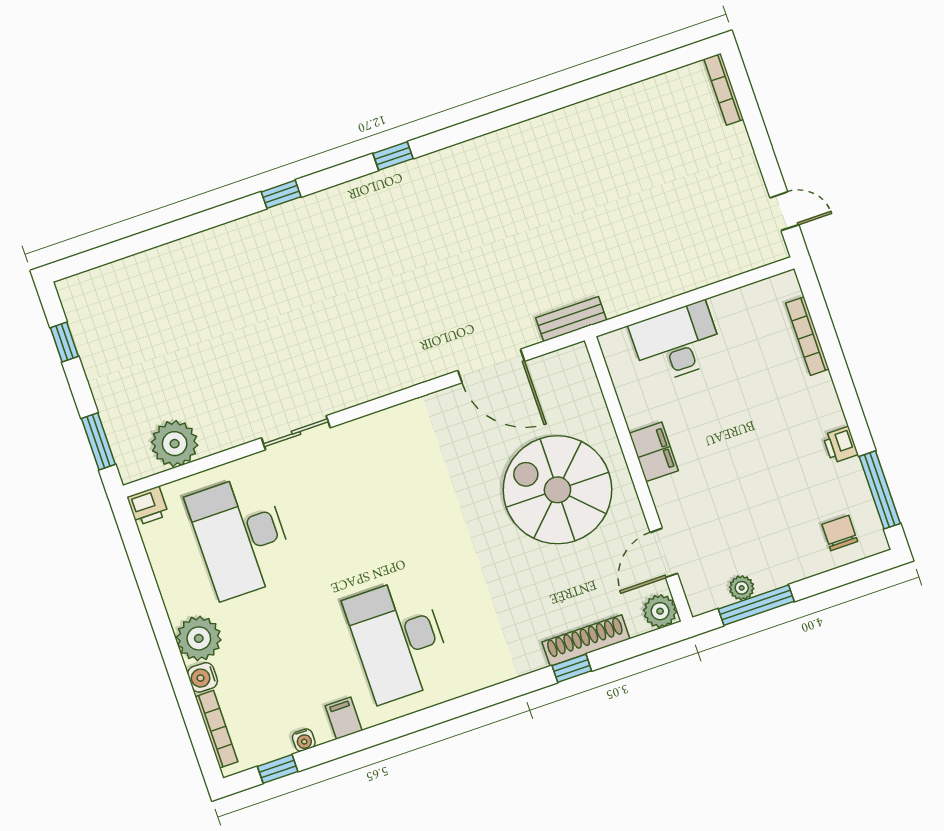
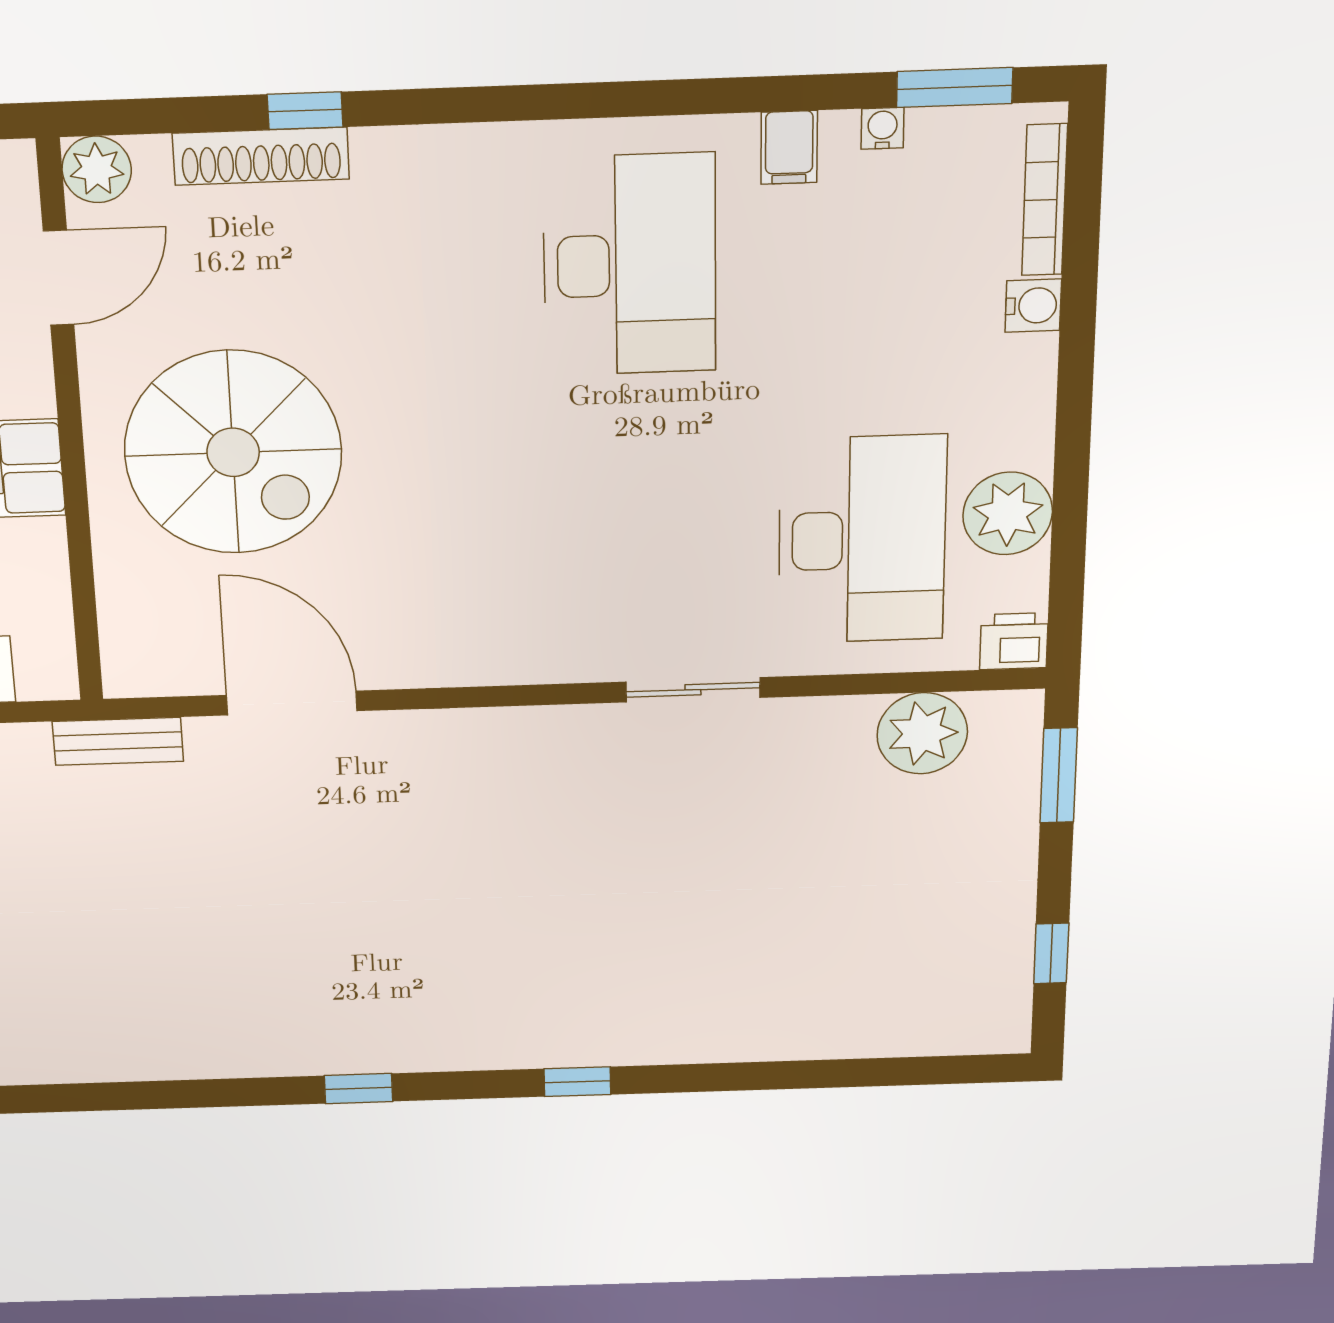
plant: (199, 638) -> (1008, 513), moved
window: (278, 769) -> (955, 87), width x1.50

